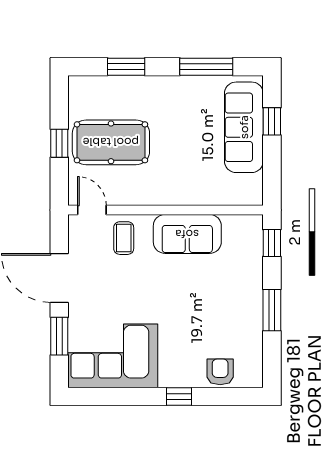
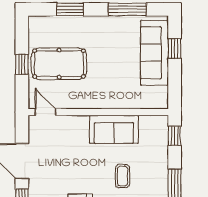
coffee table: (124, 238) -> (122, 176), moved

